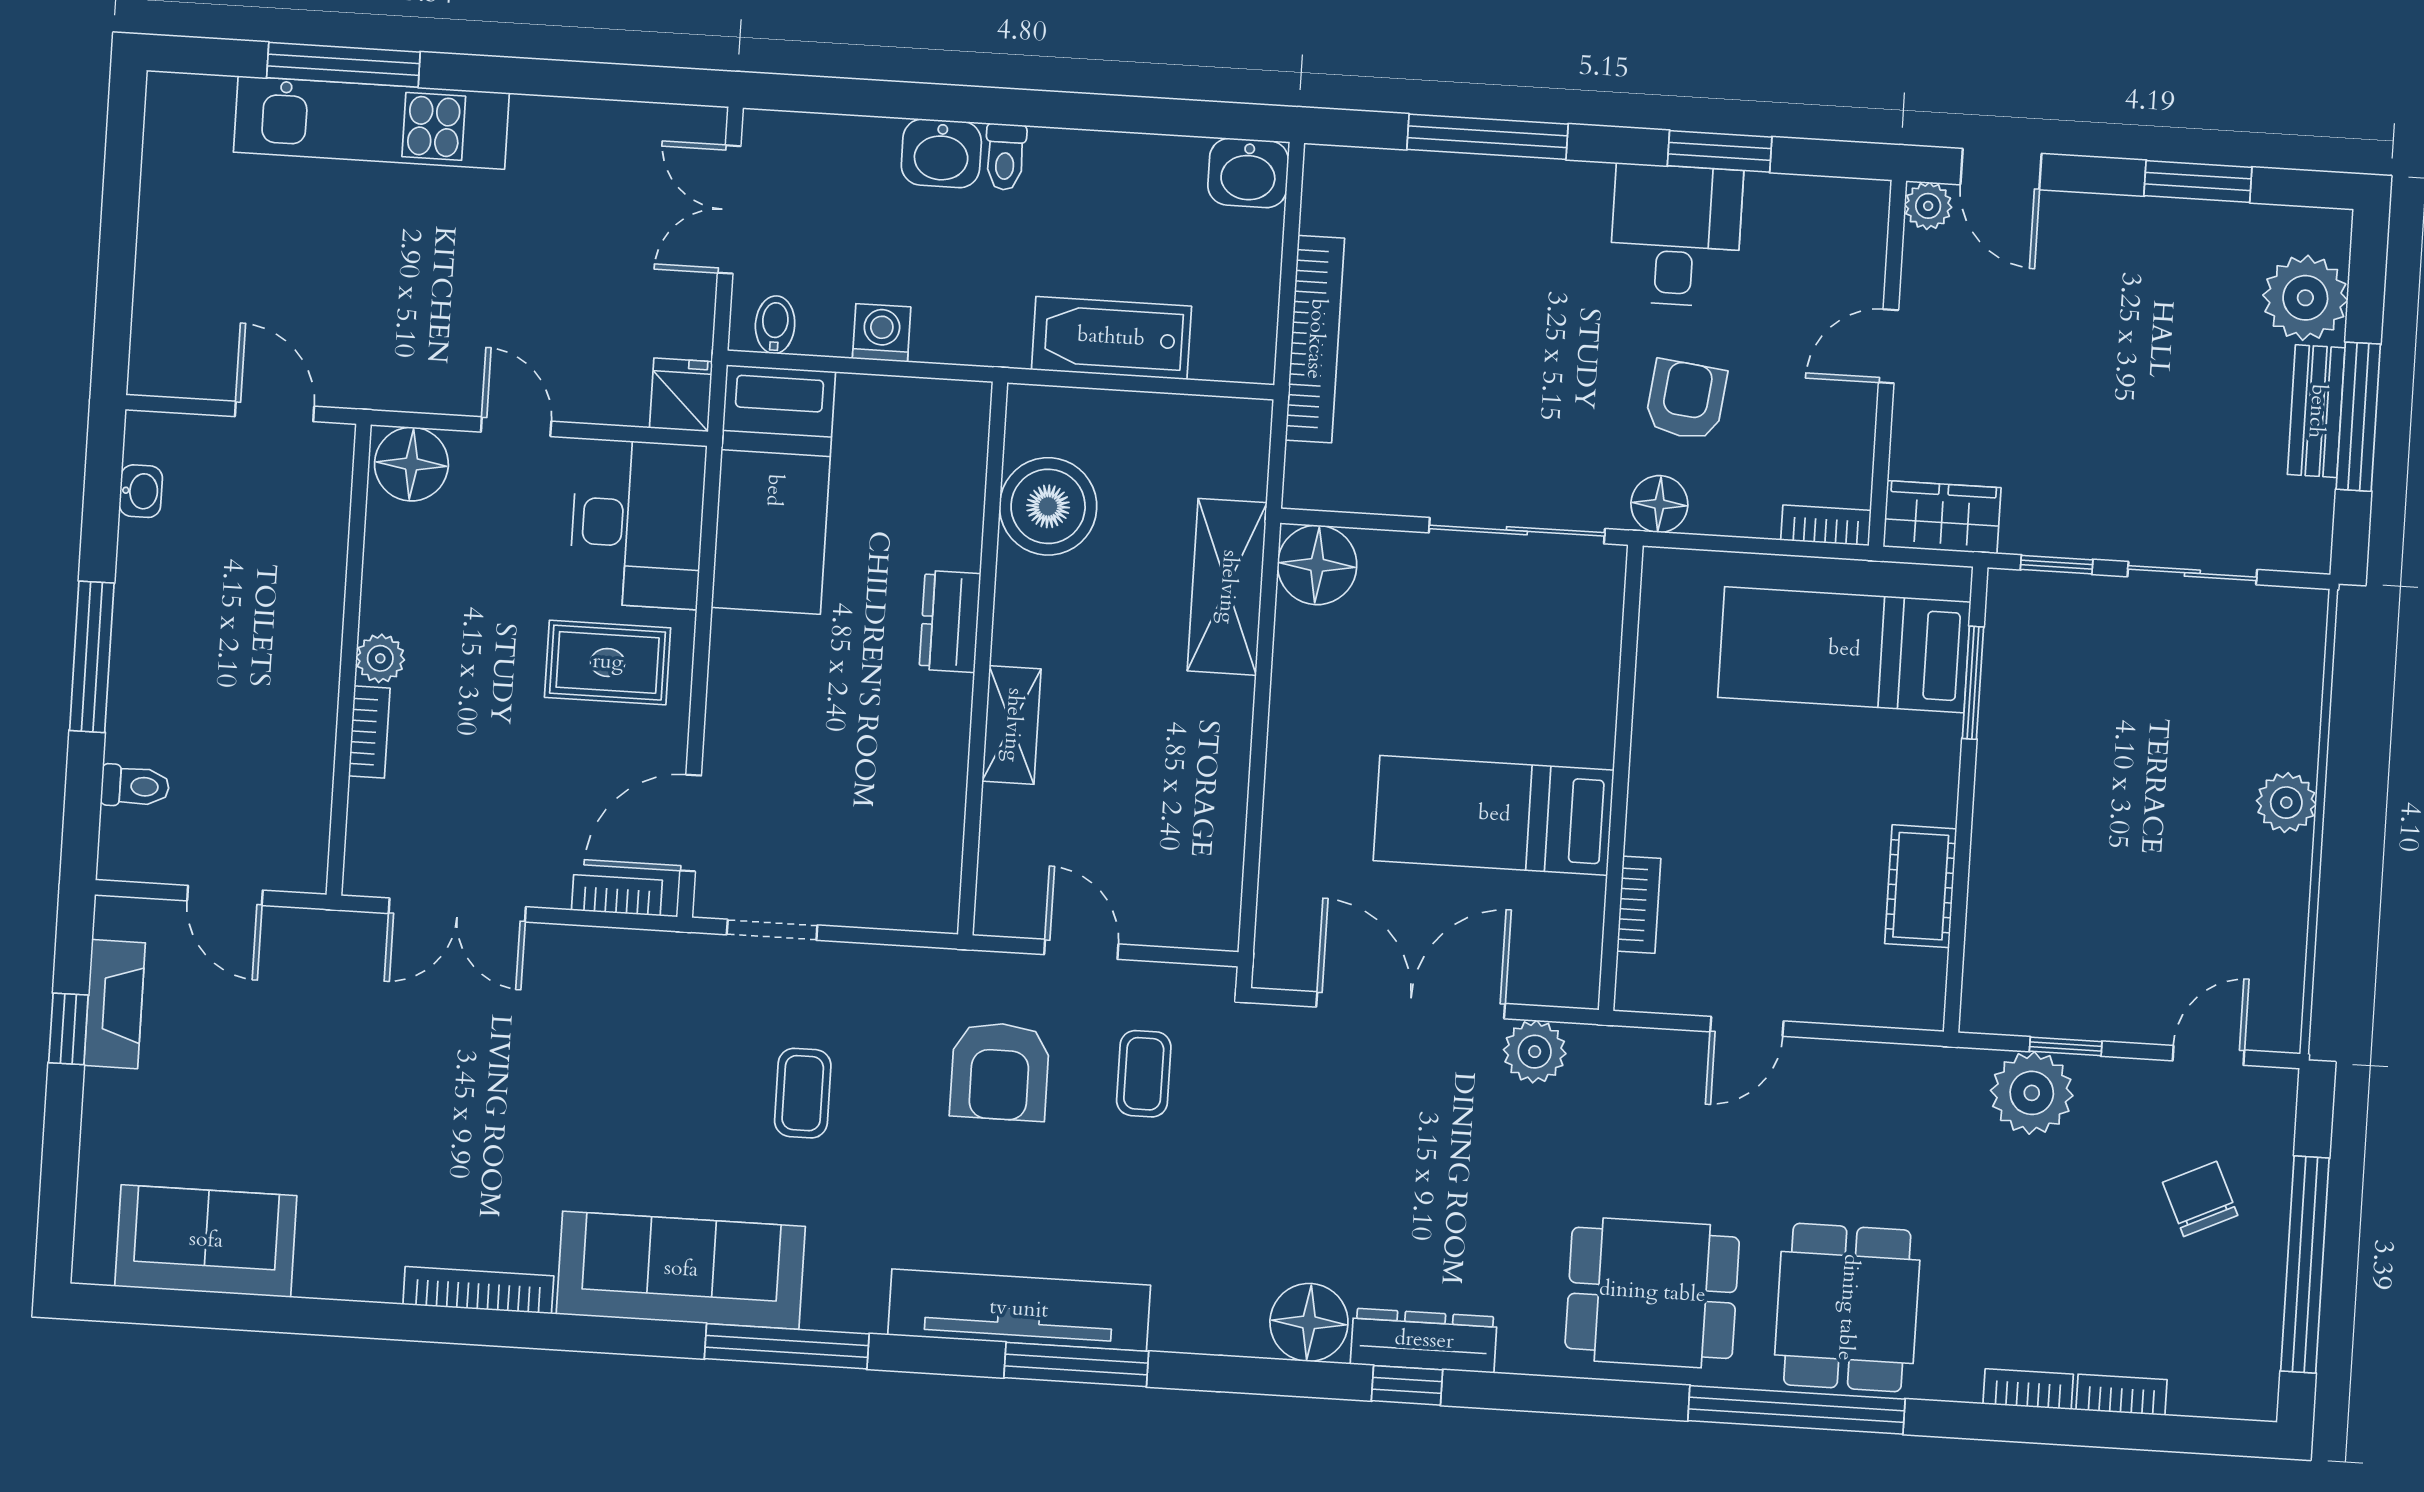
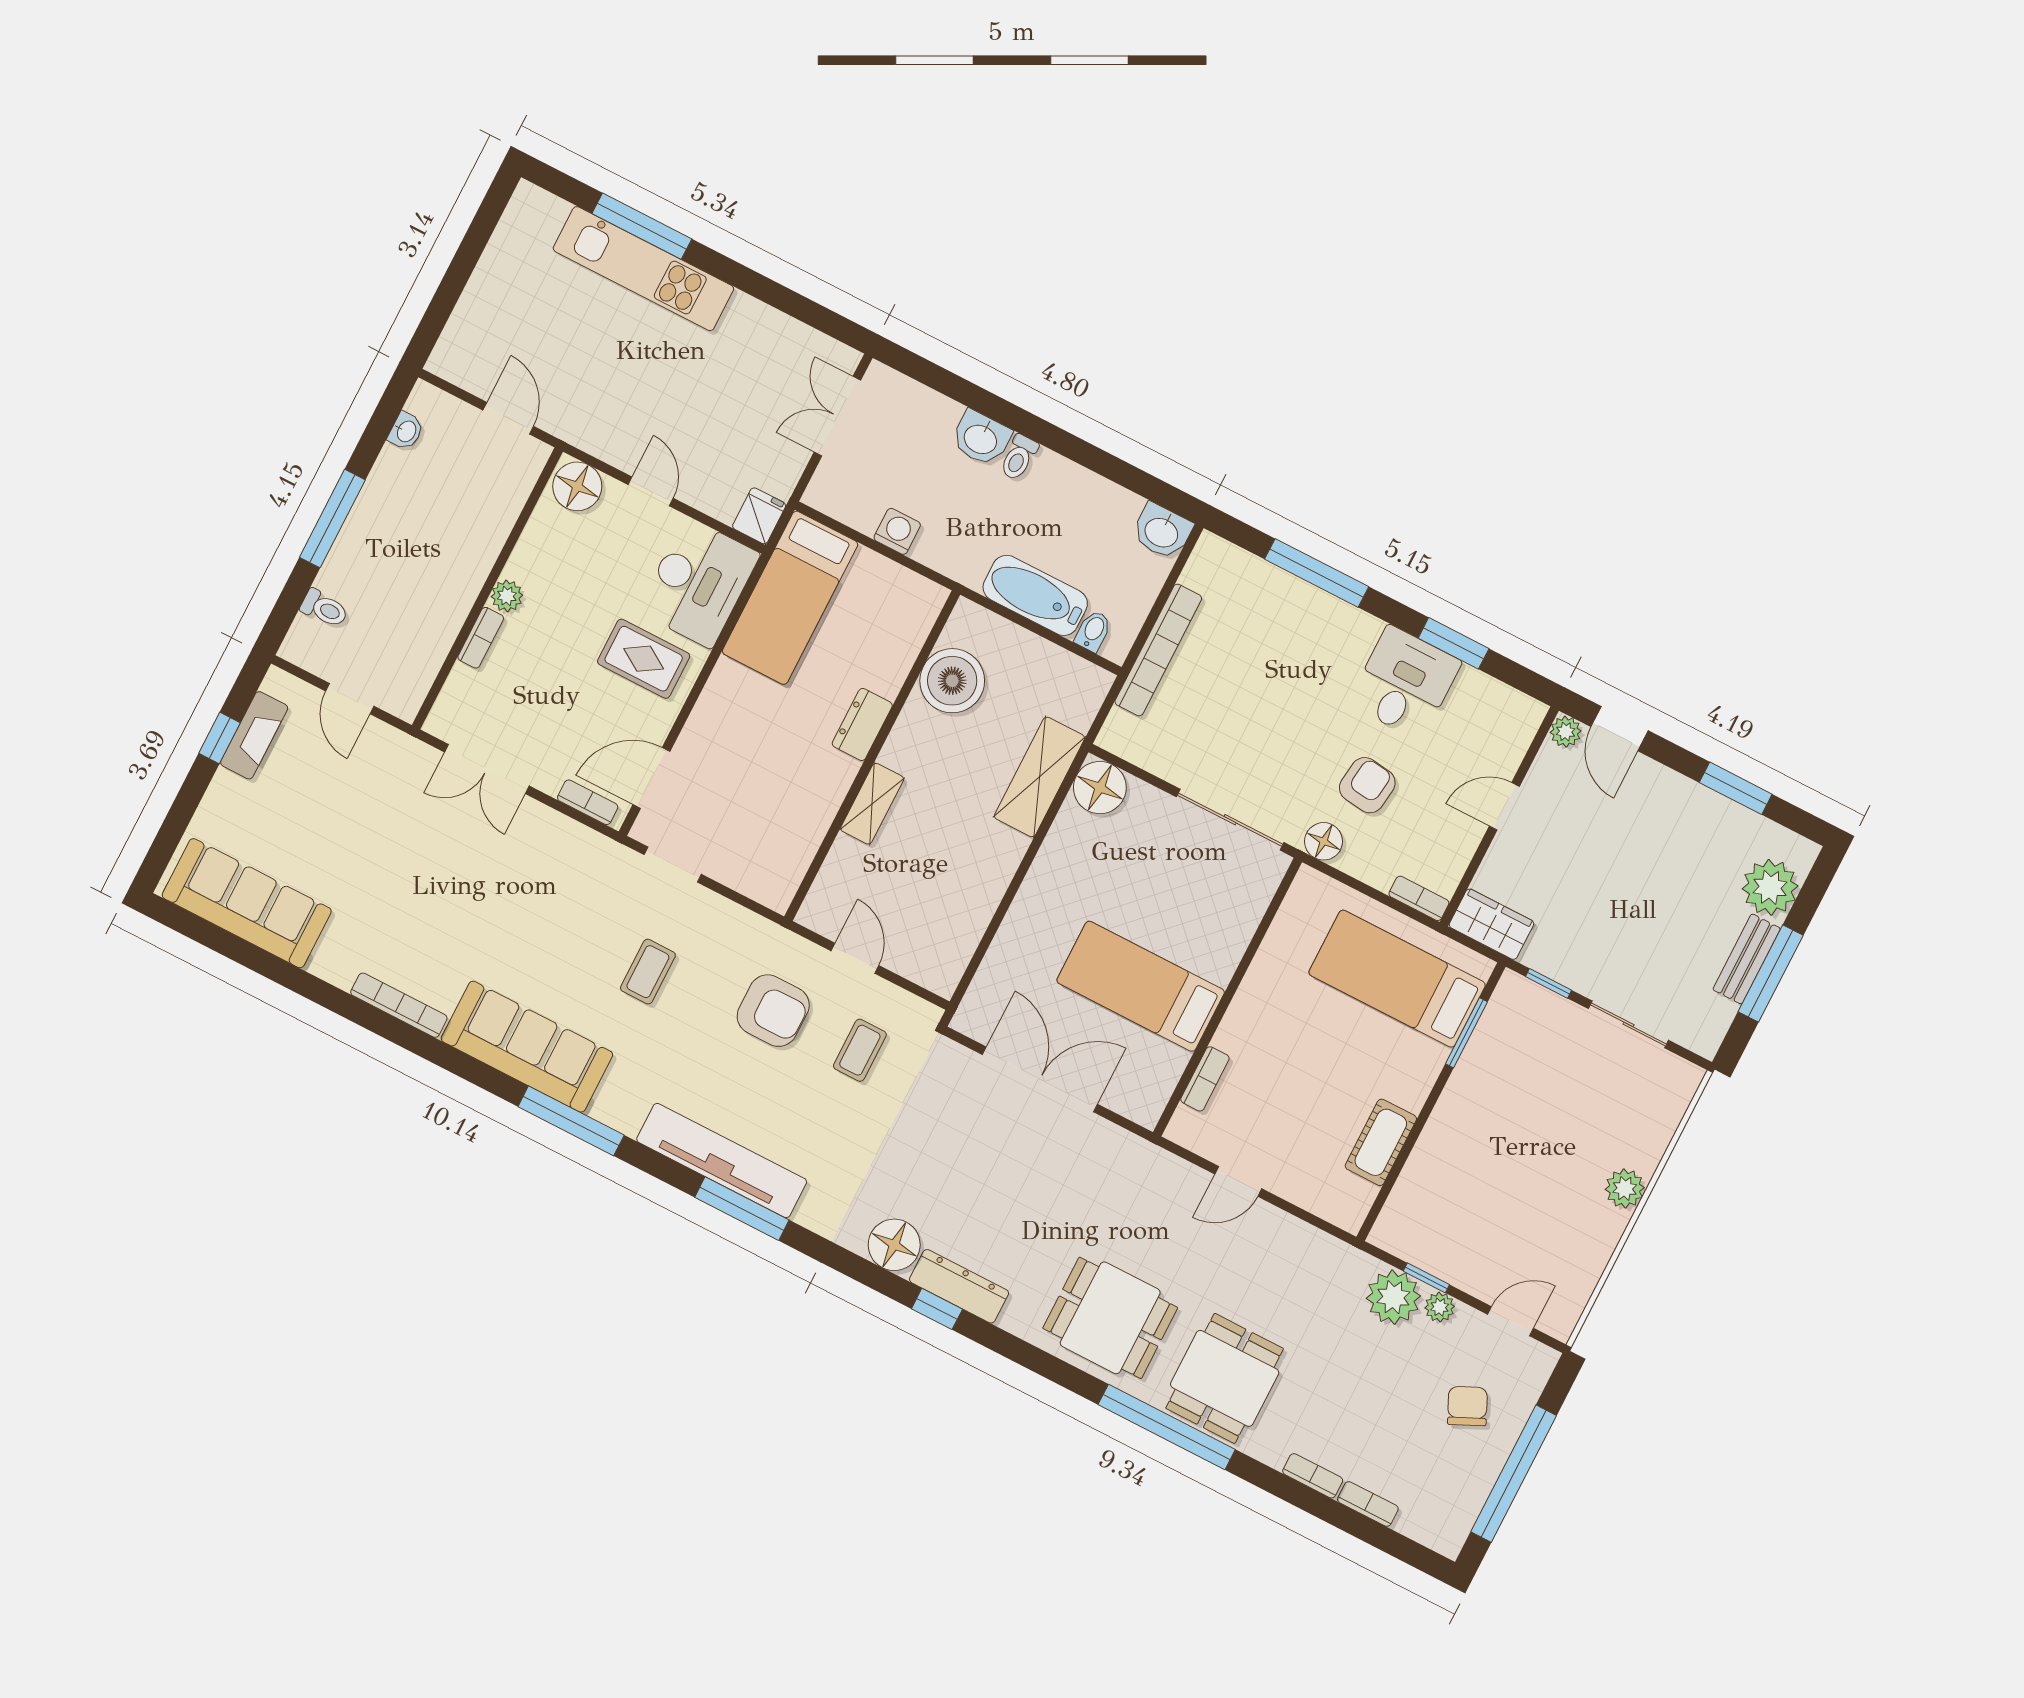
bidet: (775, 325) -> (1093, 631), moved
plant: (1535, 1052) -> (1440, 1307), moved, width x0.73, depth x0.73
armchair: (1000, 1071) -> (773, 1011), turned -90
sofa: (206, 1241) -> (247, 903), width x1.36

